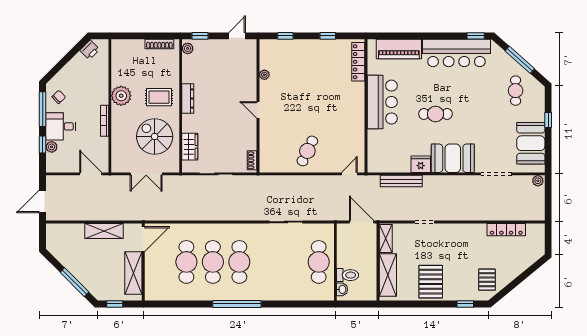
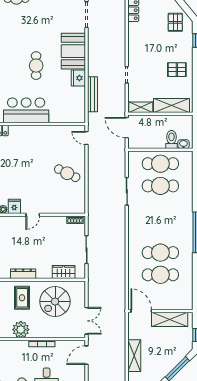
fridge: (268, 88) -> (14, 206), added
double door: (146, 174) -> (86, 321), moved
door: (362, 222) -> (127, 128), hinge flipped
shelving: (104, 231) -> (134, 356), moved
cafe table: (239, 262) -> (160, 186), moved
pallet: (487, 280) -> (175, 22), turned 90
pallet: (431, 282) -> (177, 70), width x0.67, depth x0.71

